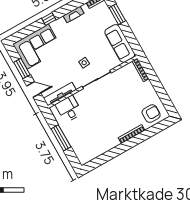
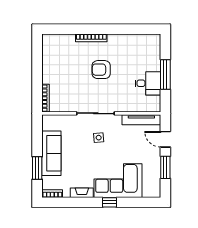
sofa: (120, 43) -> (51, 153), moved
corner sofa: (38, 47) -> (118, 181), moved
desk: (69, 109) -> (148, 83), moved, turned -90
armchair: (151, 114) -> (101, 70), moved

